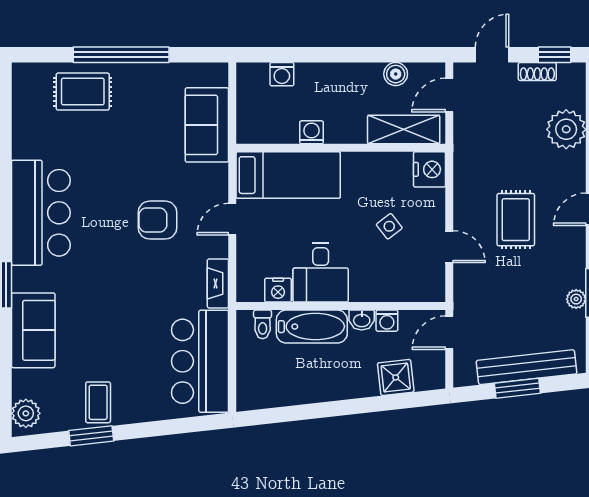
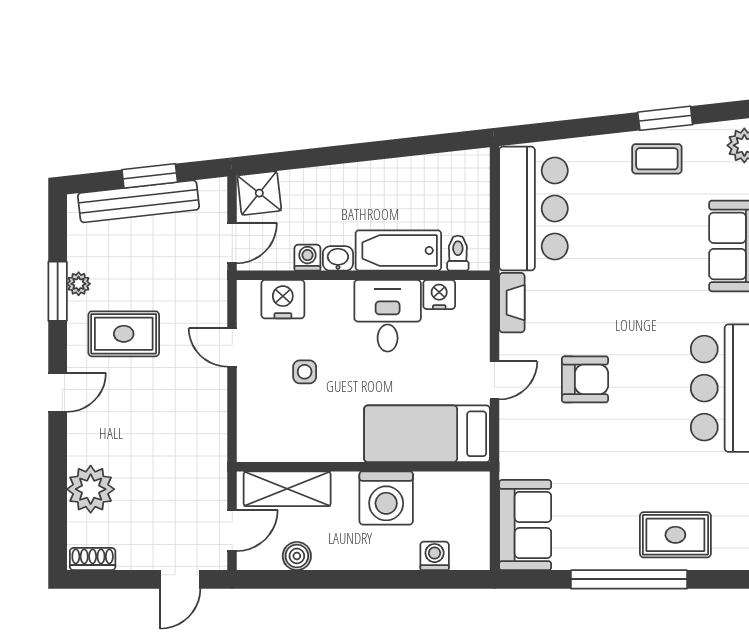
window: (555, 55) -> (105, 579), removed
shoe rack: (537, 71) -> (93, 559), moved
sofa: (207, 125) -> (525, 525), moved
washing machine: (311, 132) -> (386, 498), width x1.89, depth x1.89
nightstand: (429, 169) -> (283, 299), moved, turned 90
rug: (516, 220) -> (124, 334), moved, turned 90
side table: (389, 226) -> (305, 372), turned 38
shower: (396, 377) -> (259, 193), moved
coffee table: (98, 402) -> (657, 159), turned 90

